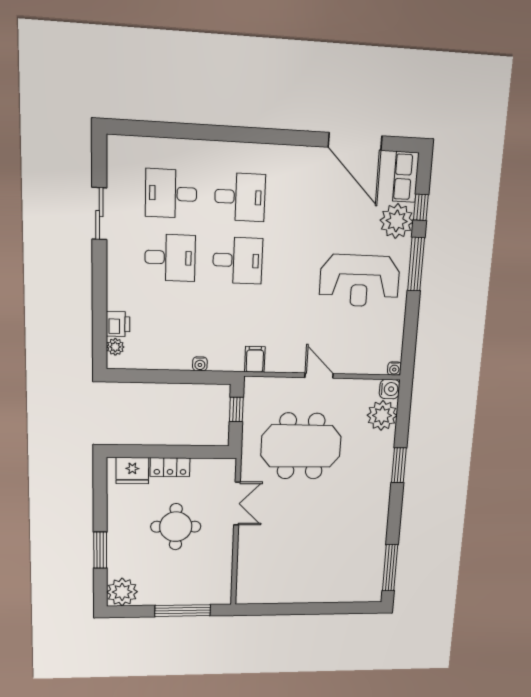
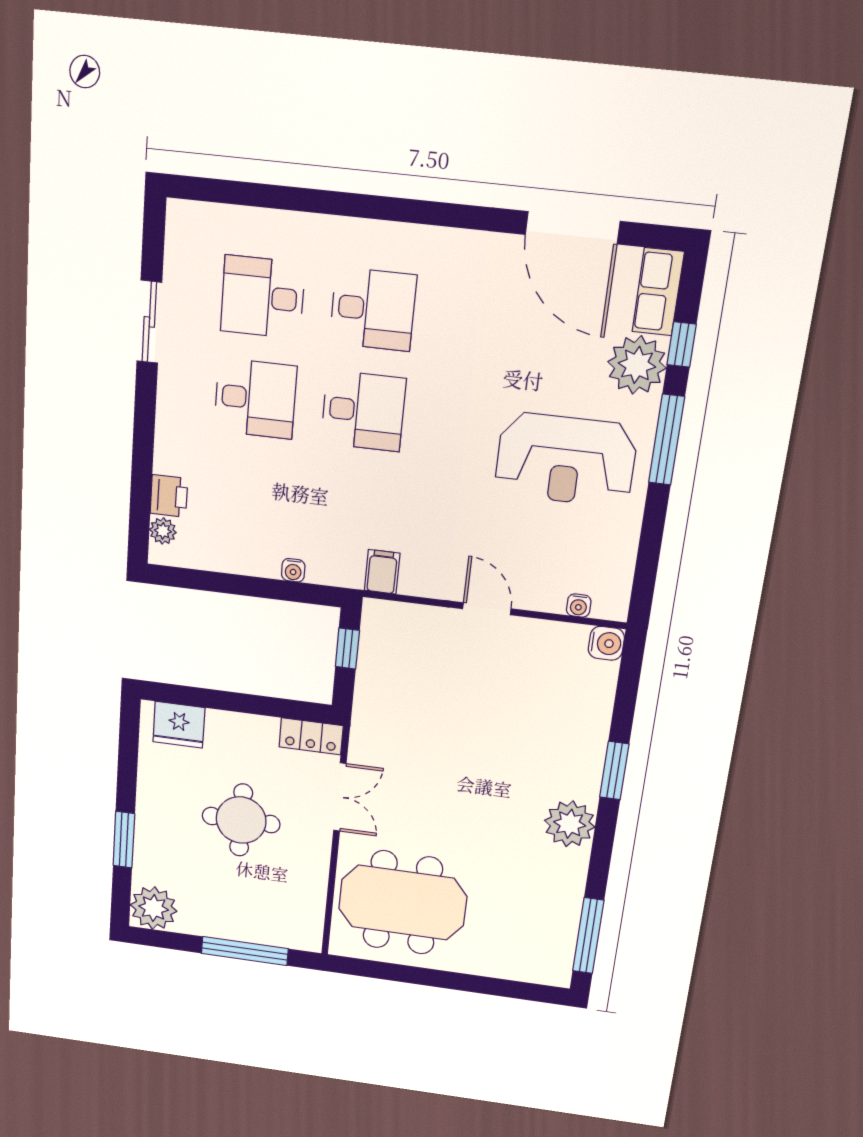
water cooler: (394, 369) -> (579, 606), moved
plant: (382, 415) -> (570, 824), moved
meeting table: (301, 446) -> (403, 903), moved
locker: (170, 467) -> (311, 736), moved

